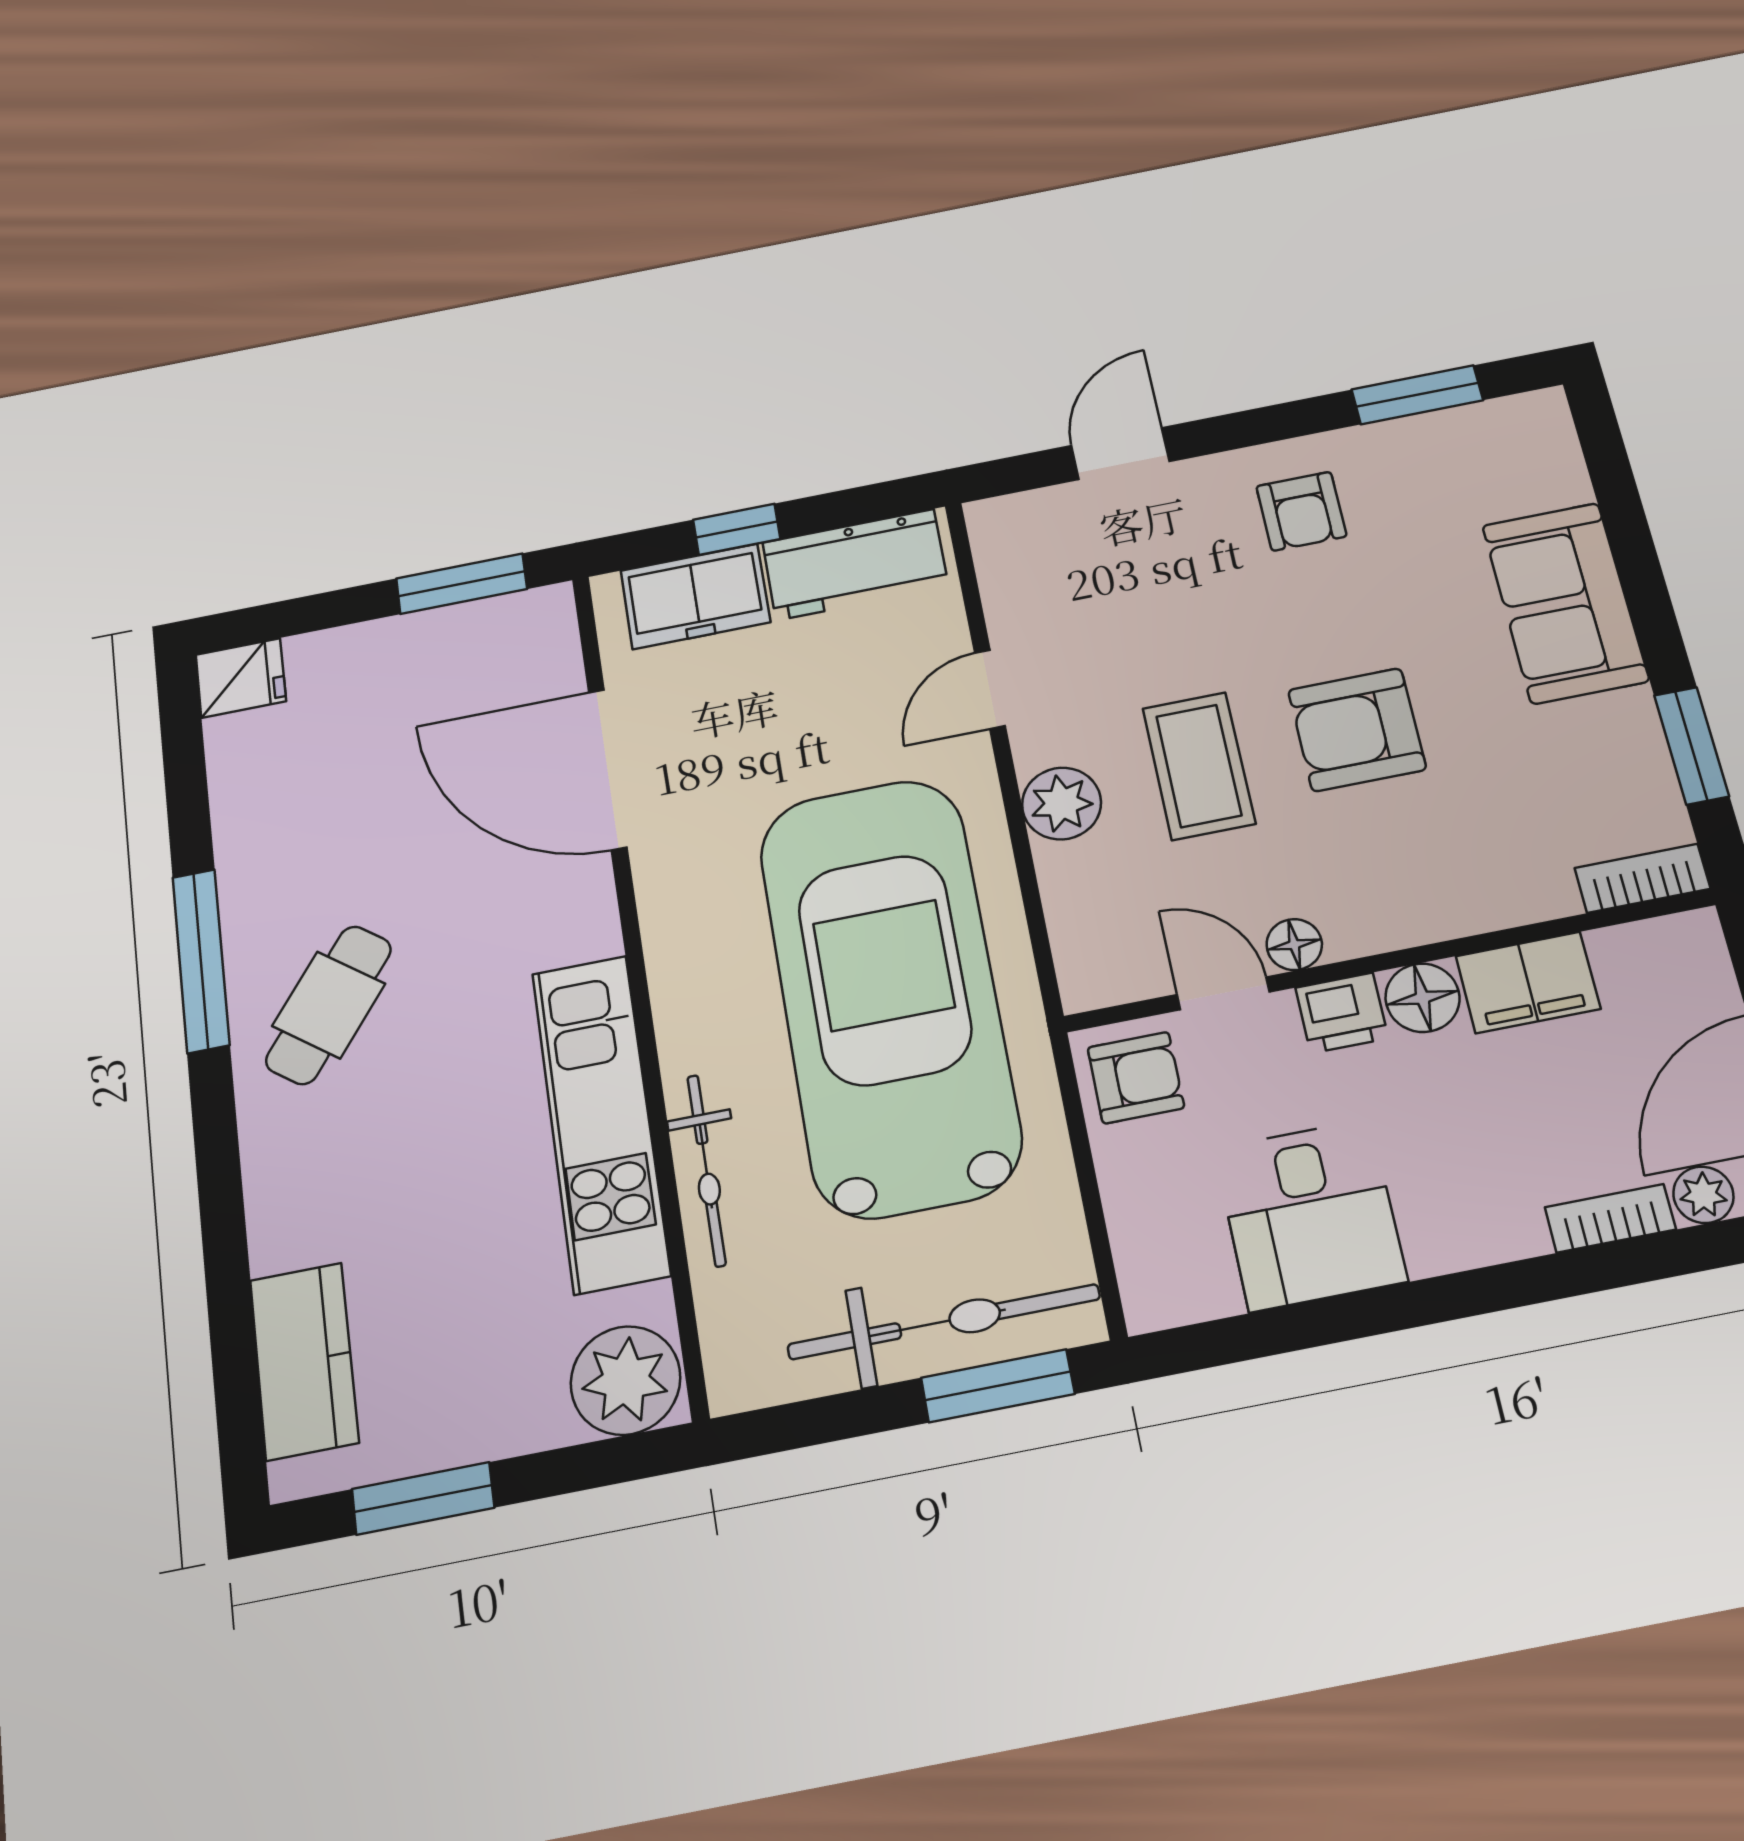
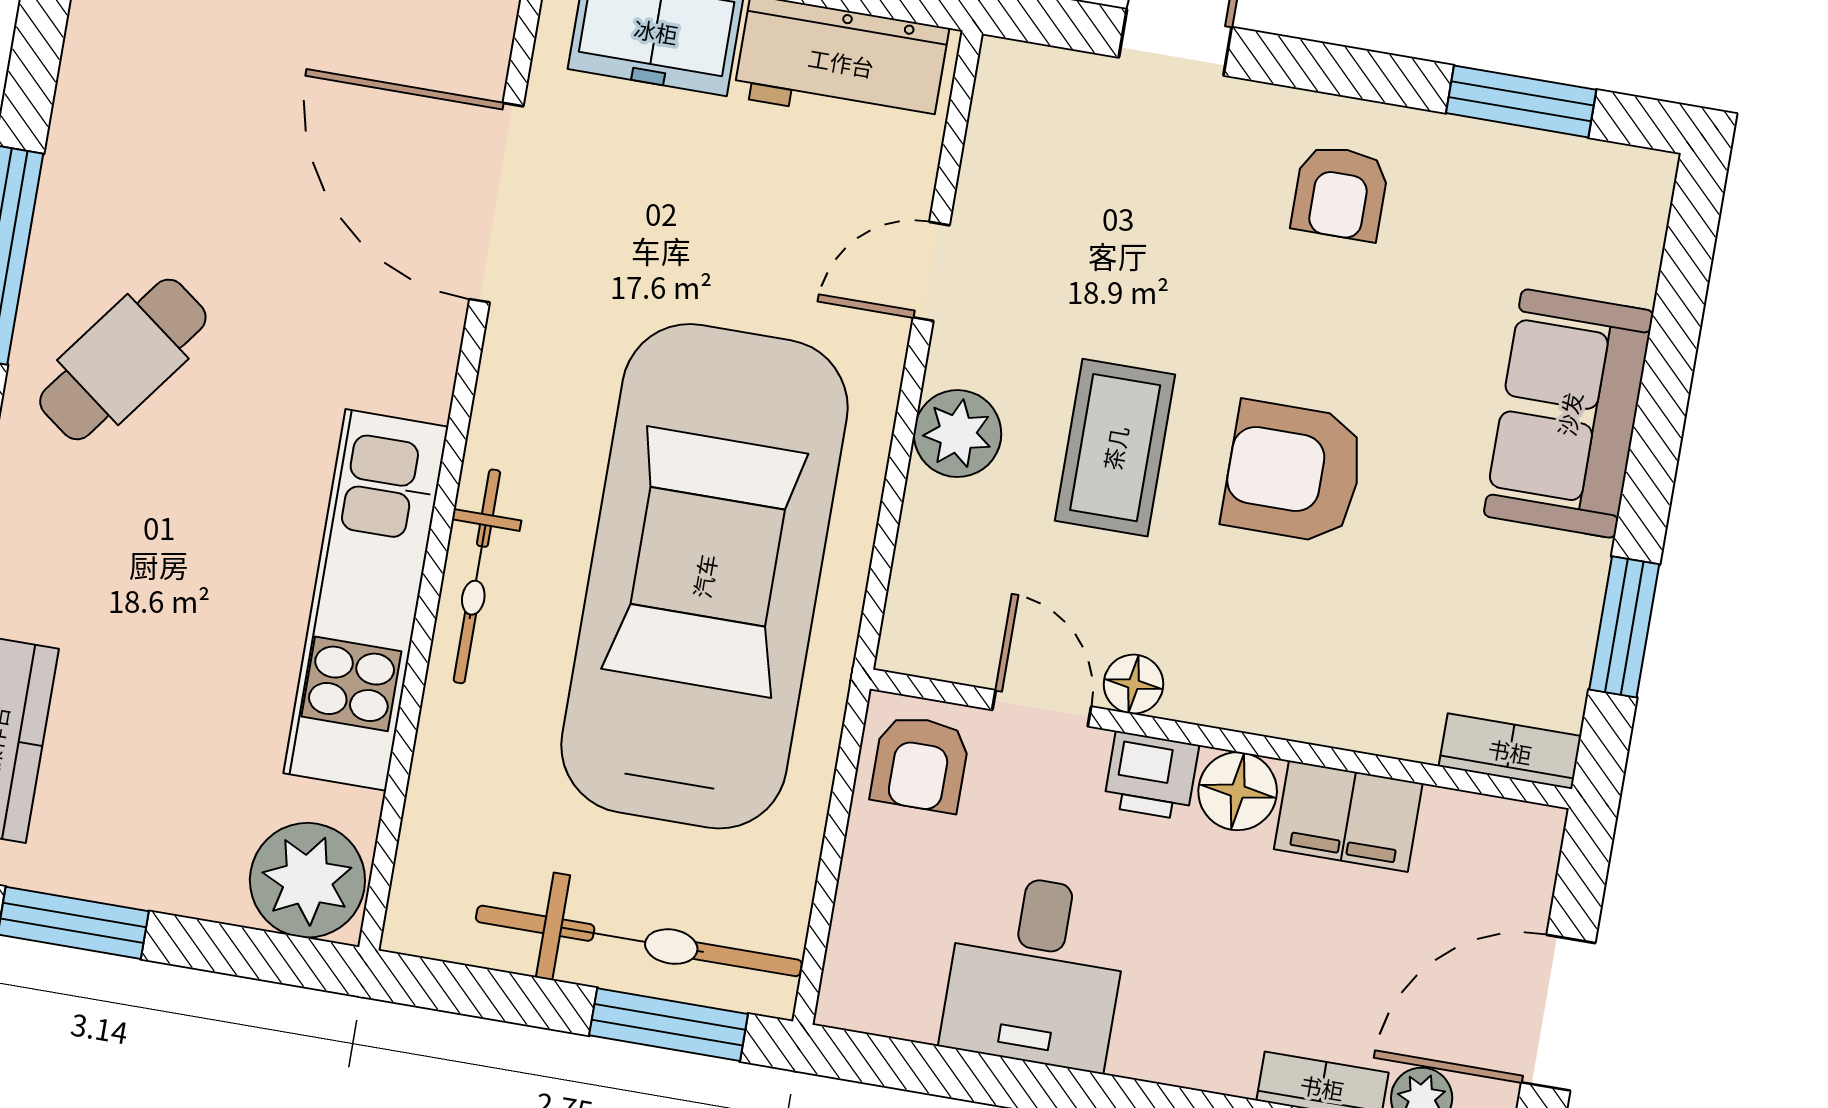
armchair: (1136, 1078) -> (920, 764), turned 90
bicycle: (707, 1170) -> (477, 576), moved

